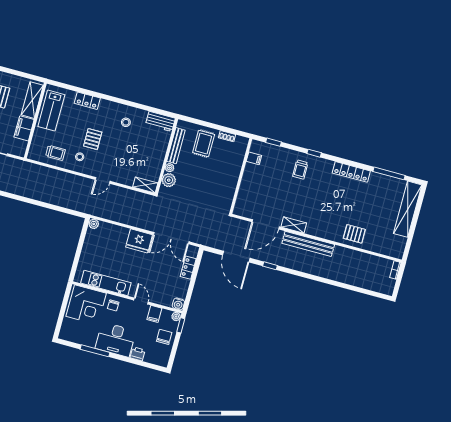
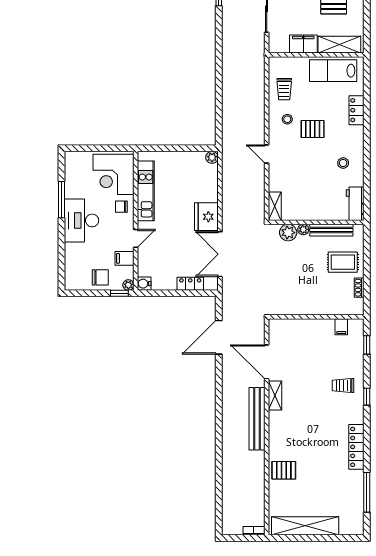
shelving: (408, 209) -> (305, 526), moved
pallet: (354, 234) -> (284, 470), turned 90
window: (270, 266) -> (219, 380), removed
printer: (138, 354) -> (72, 251), removed

